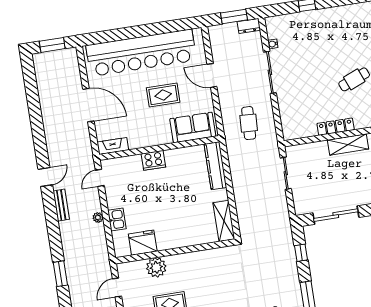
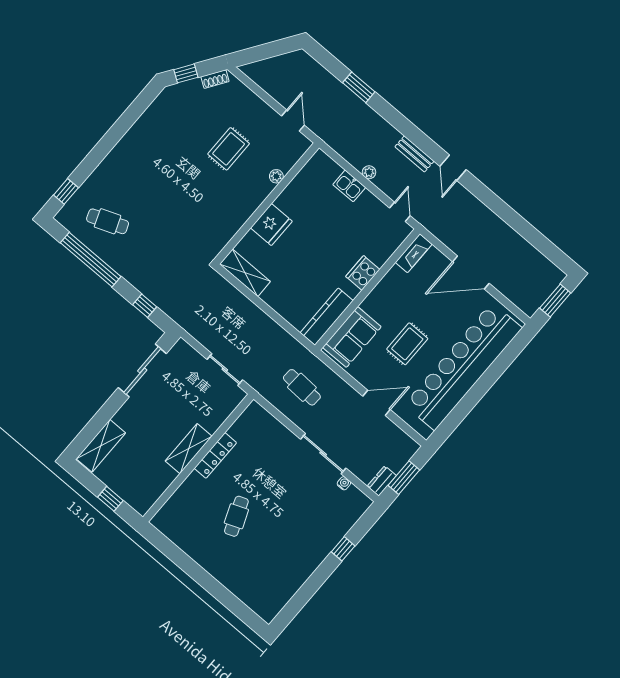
kitchen counter: (215, 166) -> (327, 317), moved, turned -90
fridge: (143, 243) -> (271, 225), moved
plant: (156, 267) -> (276, 176), width x0.53, depth x0.53

